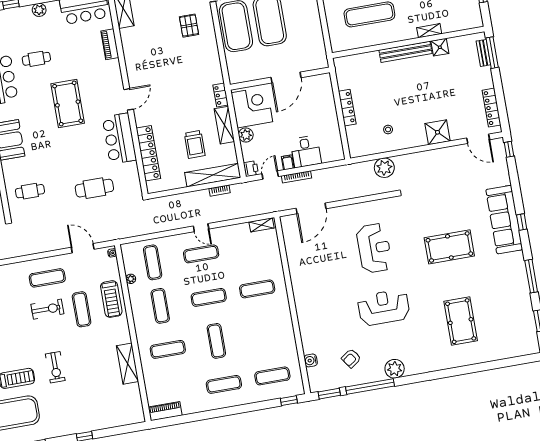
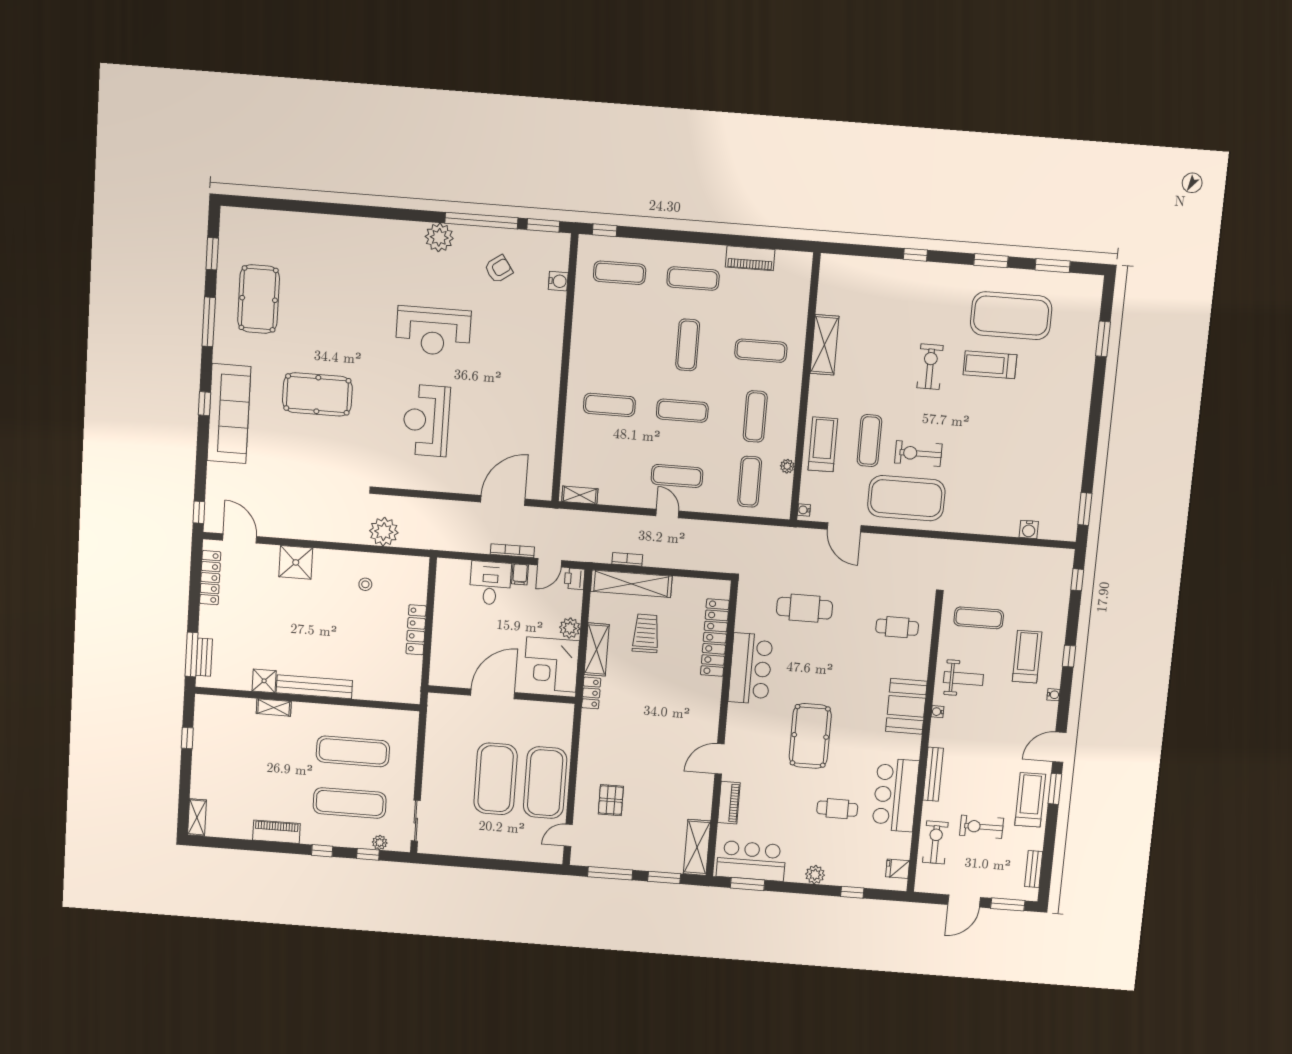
door: (129, 99) -> (719, 759), moved
exercise mat: (47, 278) -> (906, 498), width x2.00, depth x1.45
pool table: (461, 321) -> (259, 299), moved
piano: (165, 411) -> (750, 258), moved

